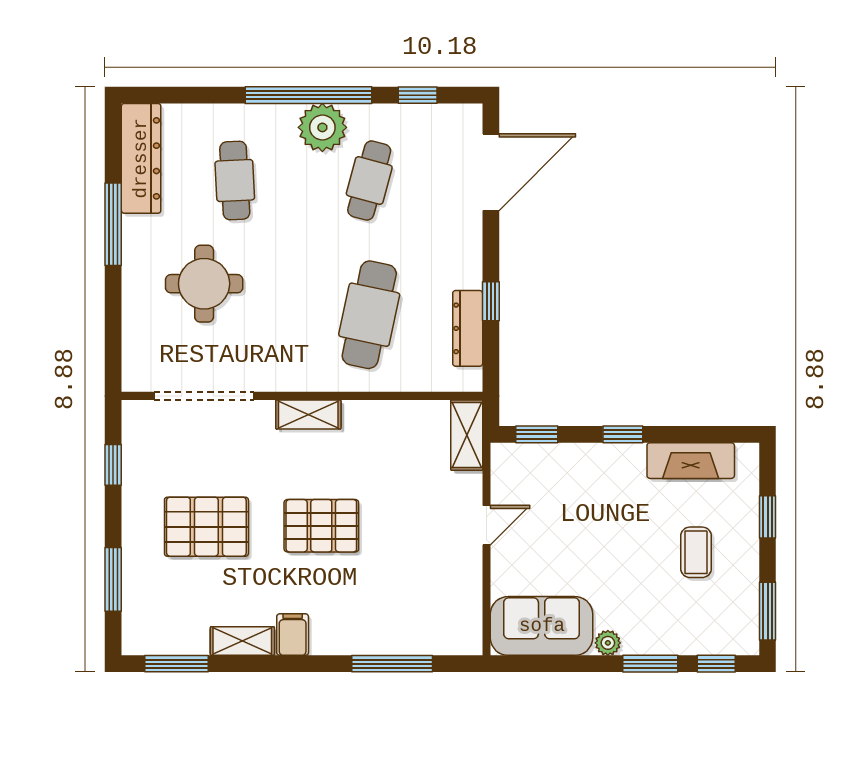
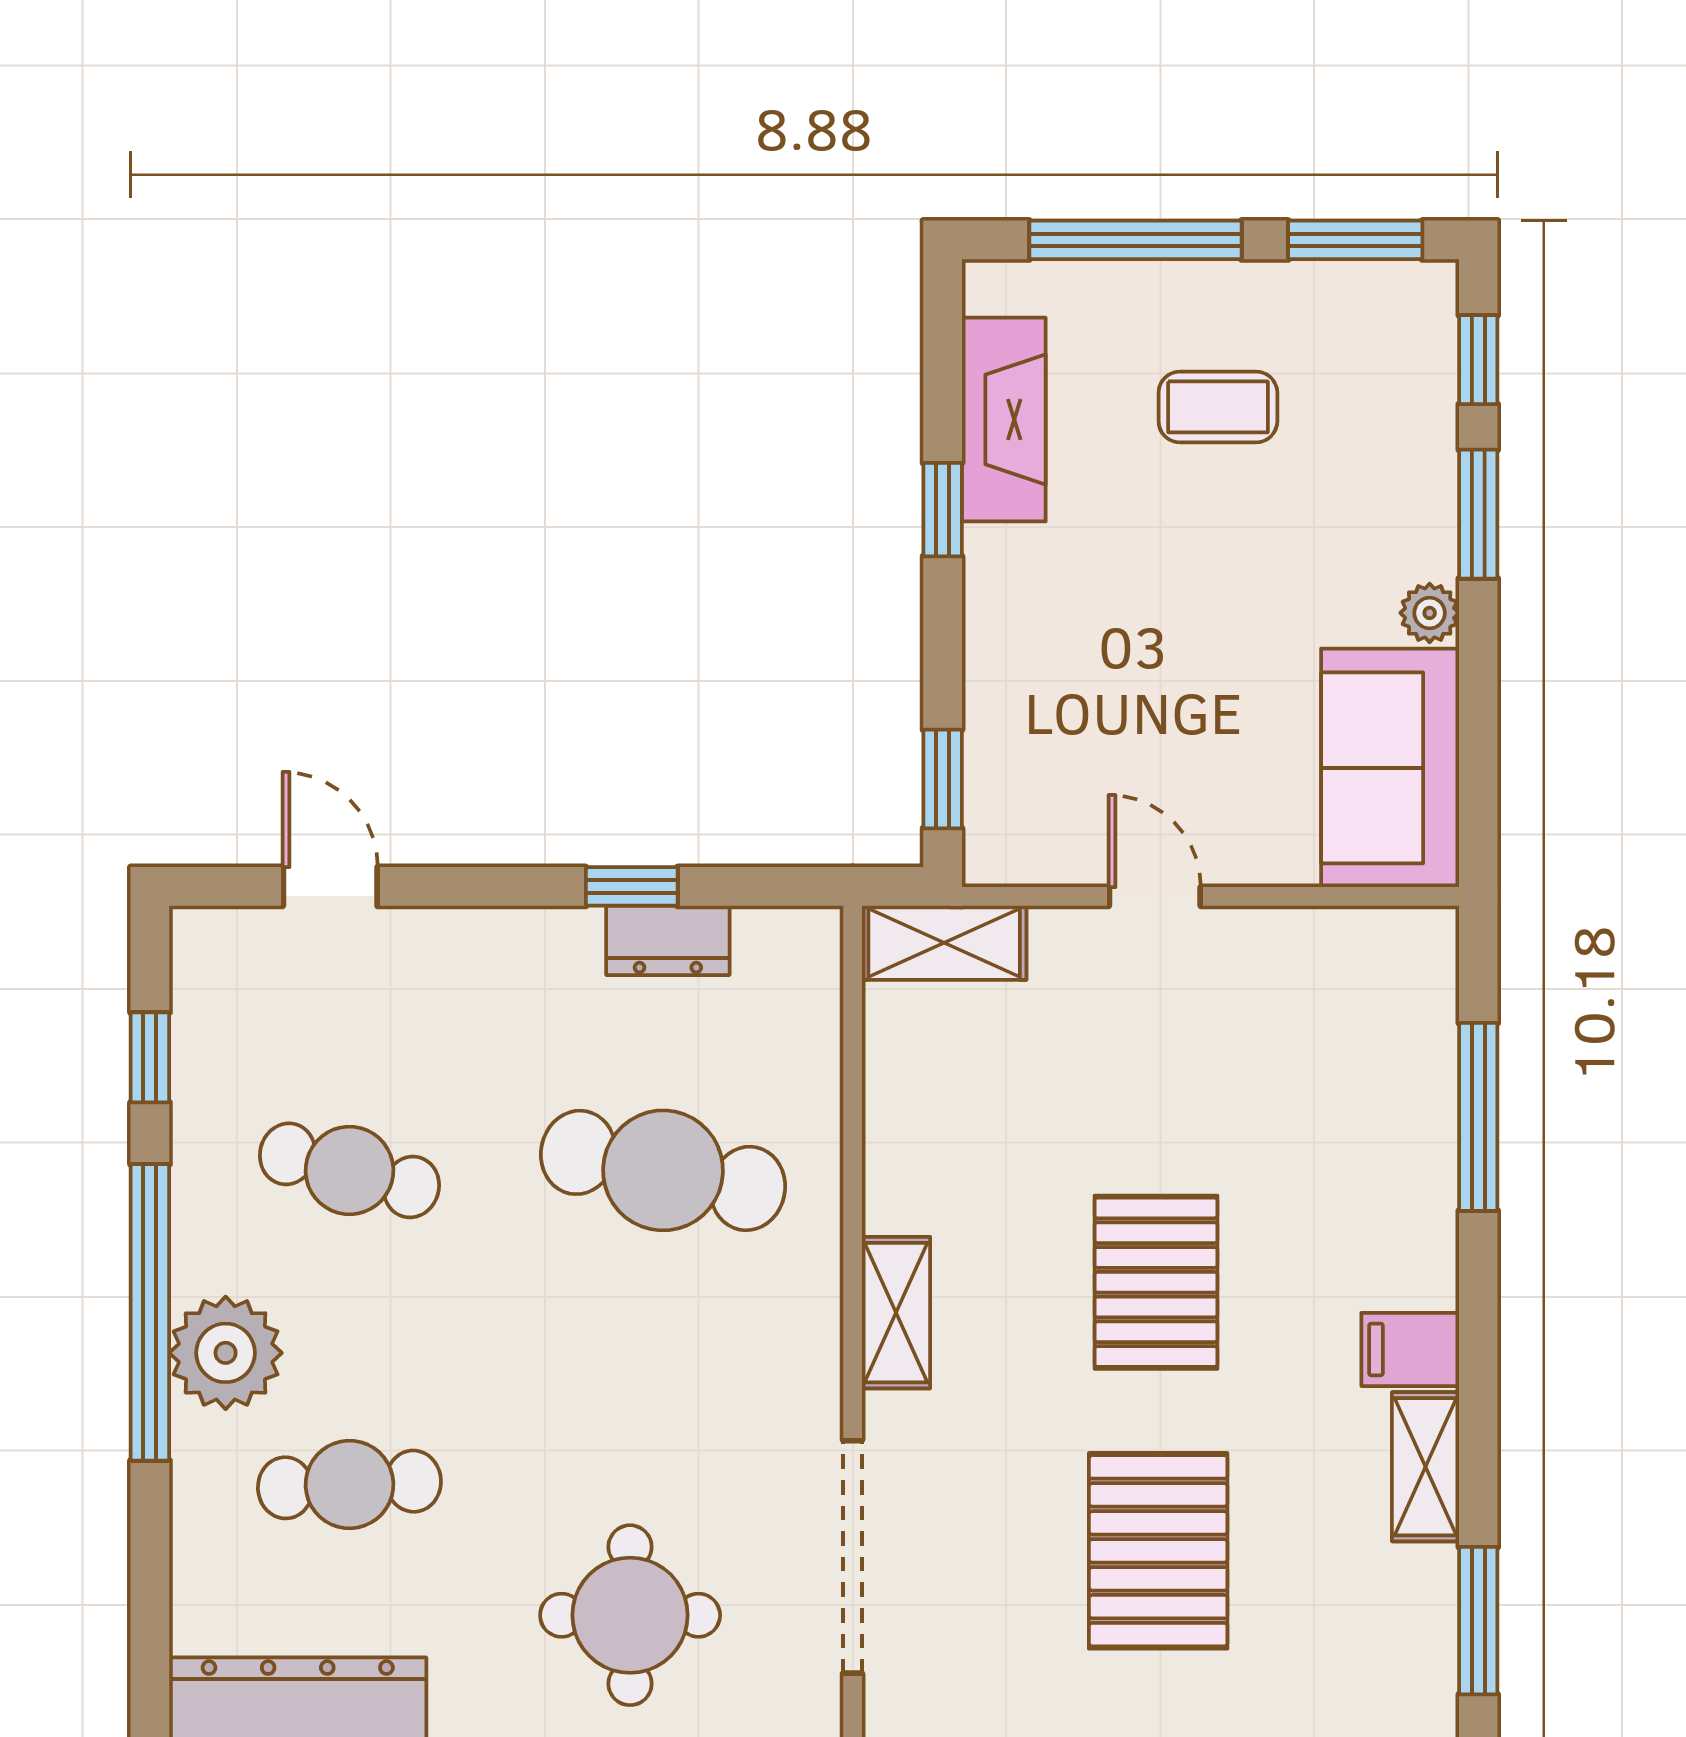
plant: (322, 127) -> (226, 1353), moved
door: (491, 172) -> (330, 886), width x0.53
round table: (204, 284) -> (630, 1615), moved
dresser: (468, 328) -> (668, 940), width x0.70
window: (623, 434) -> (943, 510), moved
window: (768, 517) -> (1135, 240), width x2.17

